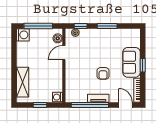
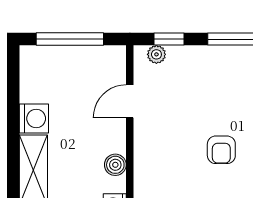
washing machine: (23, 35) -> (34, 119), moved
boiler: (58, 38) -> (115, 165), moved

